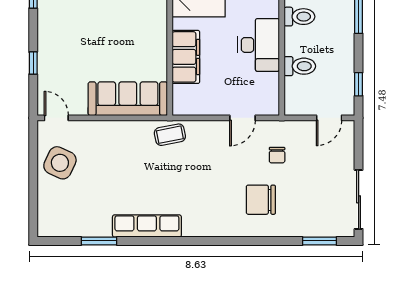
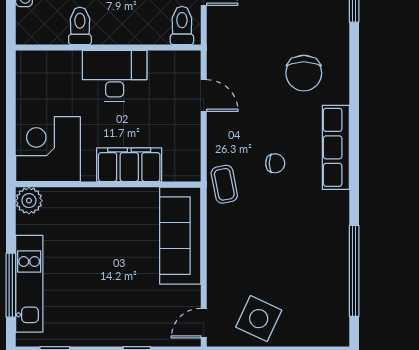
toilet: (300, 66) -> (182, 26), moved
chair: (277, 155) -> (275, 163), moved
row of seats: (147, 226) -> (336, 147), moved
window: (99, 241) -> (354, 271), width x2.11

